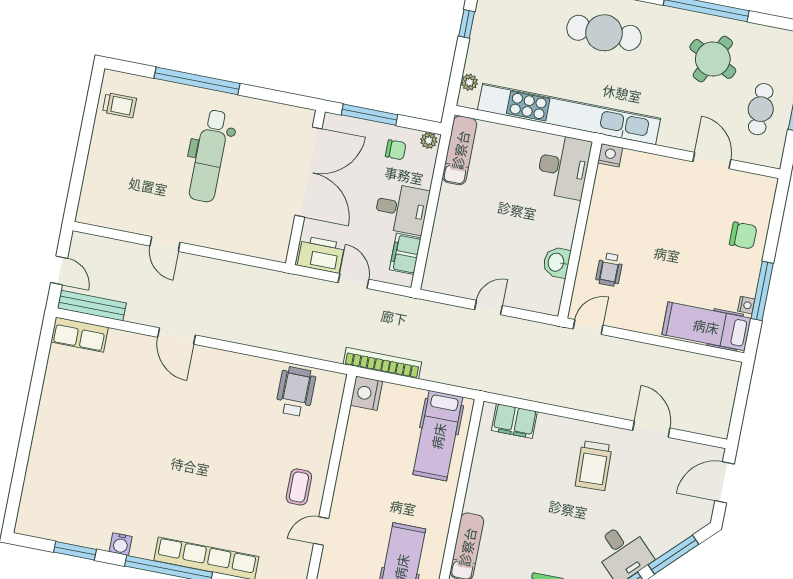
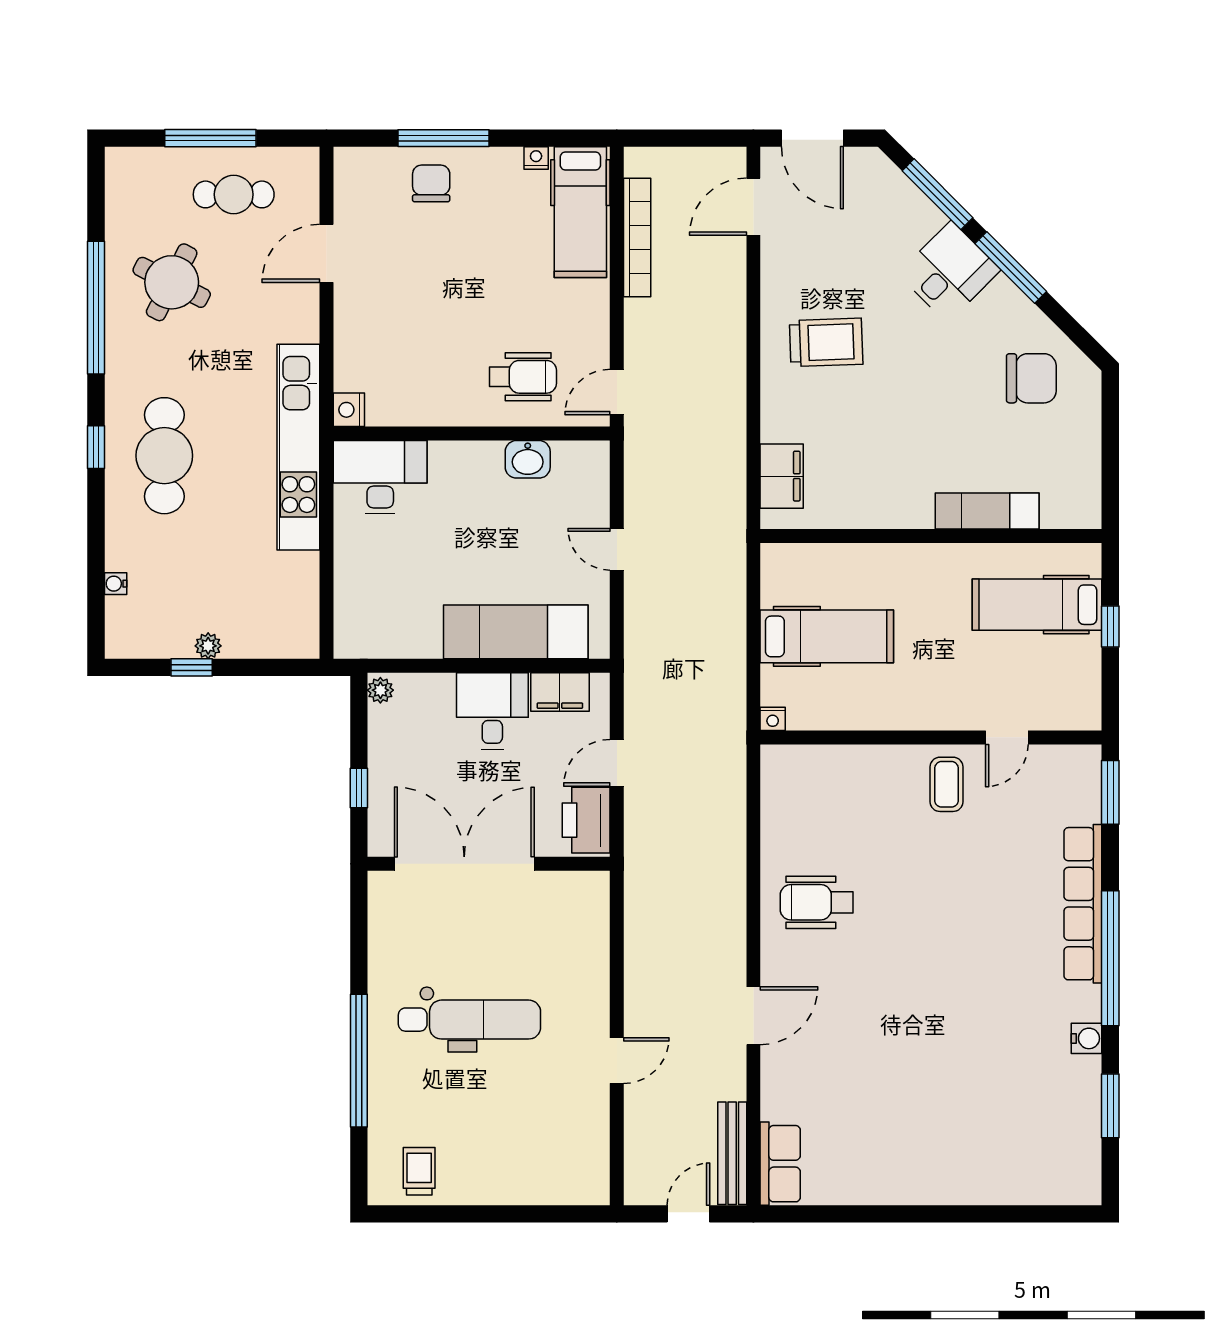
plant: (469, 82) -> (208, 646), moved
kitchen unit: (569, 114) -> (298, 447), width x0.73
window: (370, 115) -> (359, 788), width x0.46
chair: (396, 150) -> (404, 738), removed
exam couch: (460, 150) -> (516, 632), moved, width x1.36, depth x1.45
wheelchair: (609, 269) -> (523, 377), width x1.36, depth x1.37
window: (762, 291) -> (443, 138), moved
door: (588, 327) -> (617, 392), hinge flipped
bookcase: (382, 363) -> (637, 237), moved, turned 180
wheelchair: (296, 392) -> (817, 902), moved
nightstand: (366, 393) -> (773, 719), width x0.53, depth x0.56
door: (651, 429) -> (753, 207), moved
hospital bed: (438, 436) -> (827, 636), moved
coffee table: (299, 487) -> (947, 784), turned 90
door: (321, 531) -> (1007, 737), hinge flipped

